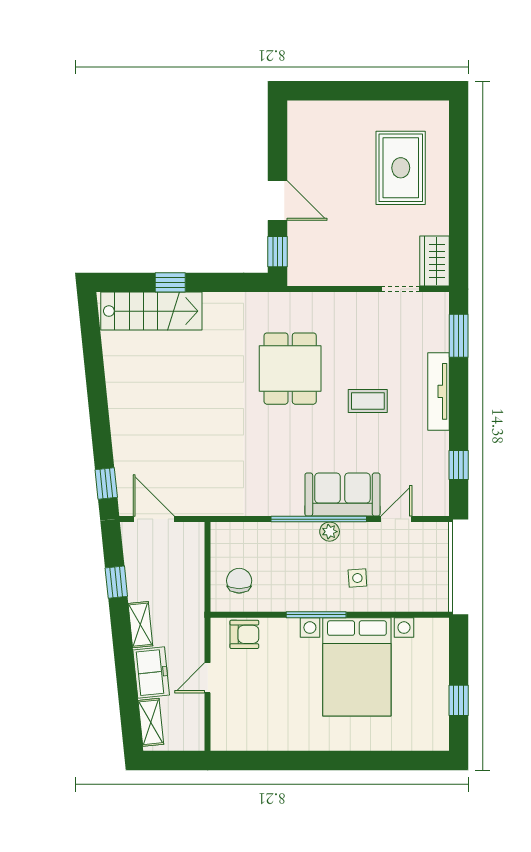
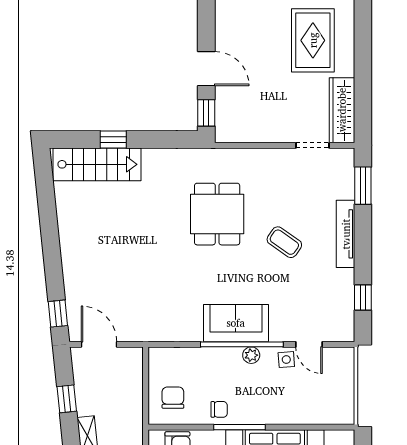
wardrobe: (434, 261) -> (342, 110), width x1.50
coffee table: (368, 401) -> (284, 242), turned 35
sofa: (342, 494) -> (236, 323), moved
door: (396, 519) -> (309, 344), swing flipped
side table: (357, 578) -> (286, 360), moved
chair: (292, 594) -> (219, 409), added

